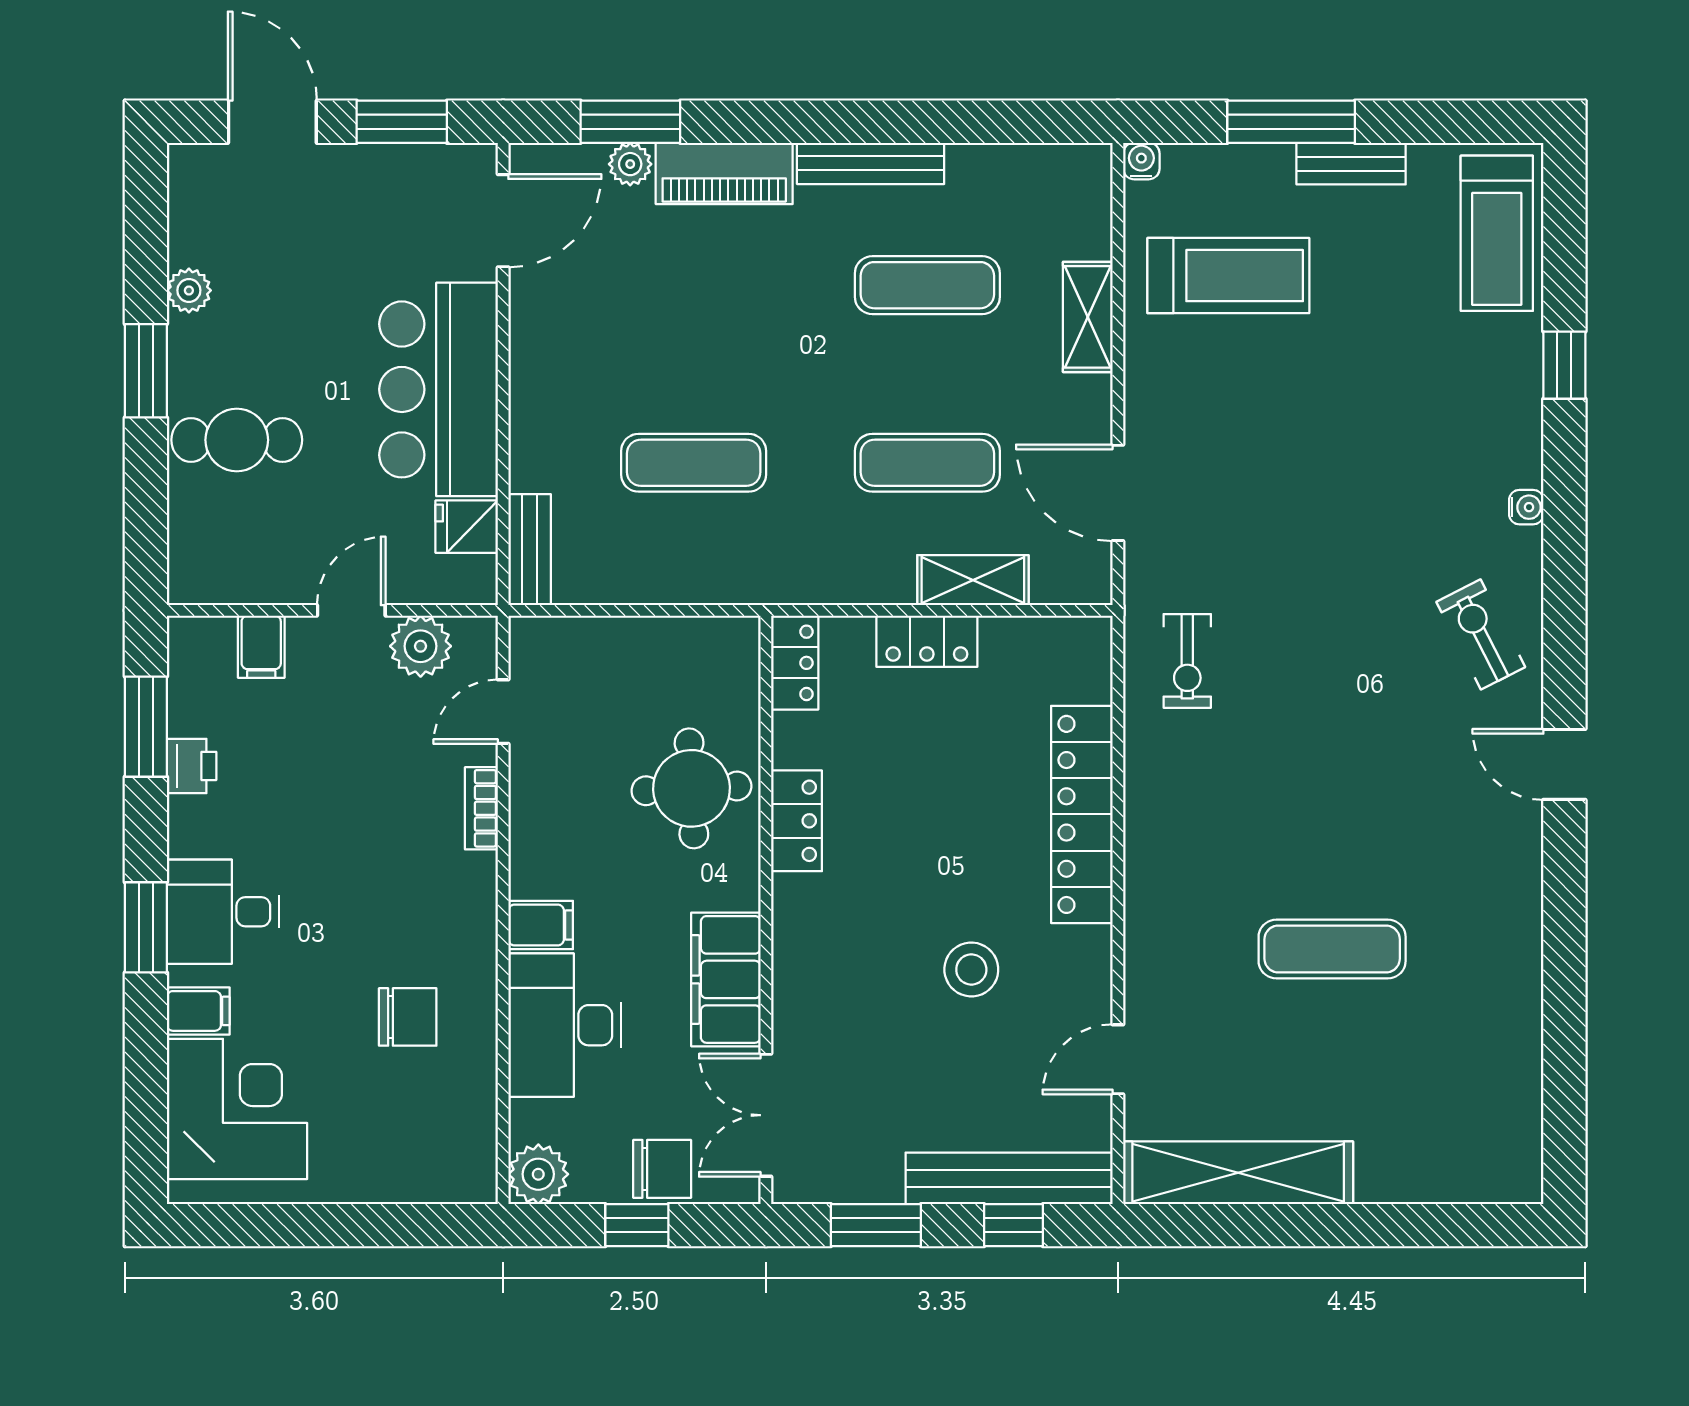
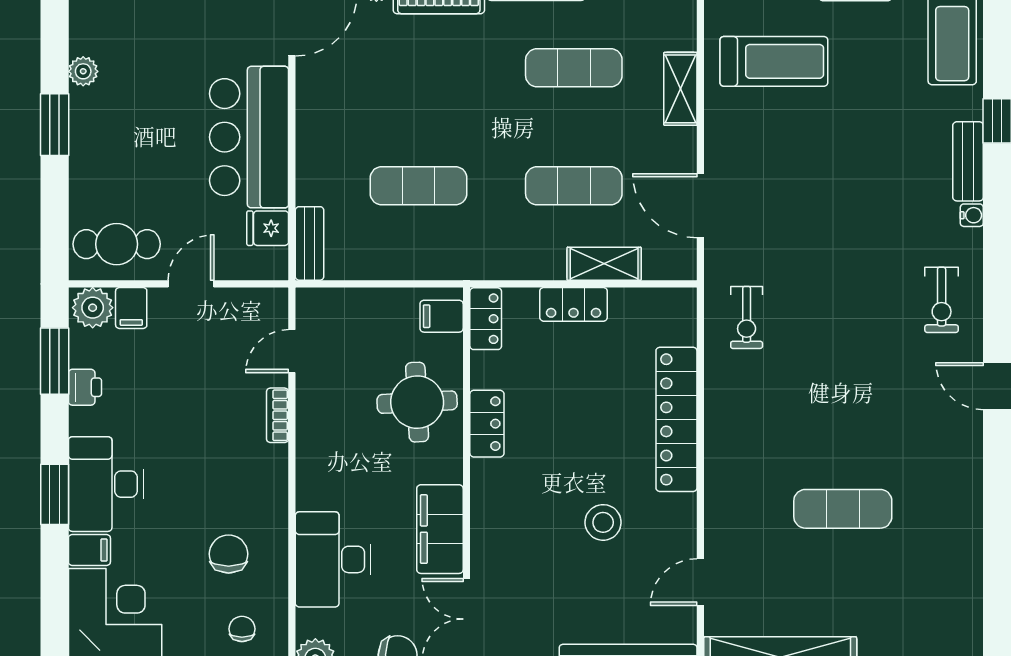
bench: (1521, 426) -> (968, 161), added
cafe table: (237, 440) -> (117, 244), moved
exercise bike: (1481, 634) -> (942, 300), turned -153
plant: (421, 646) -> (93, 308), moved
desk: (223, 912) -> (106, 484), width x1.37
filing cabinet: (541, 925) -> (442, 316), moved, turned 180
chair: (408, 1017) -> (229, 554), turned -90
chair: (428, 1130) -> (242, 629), added

